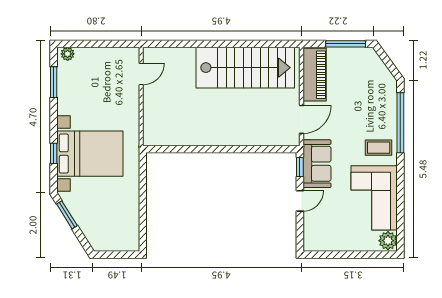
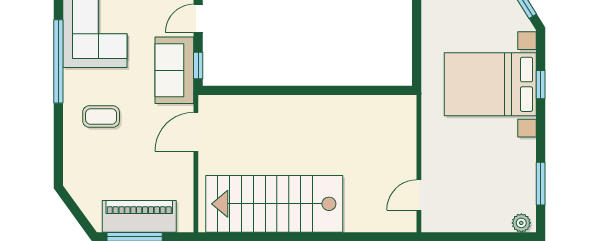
piano: (315, 75) -> (139, 216), moved, turned 90
window: (400, 123) -> (58, 61), moved
coffee table: (379, 148) -> (101, 117), moved

